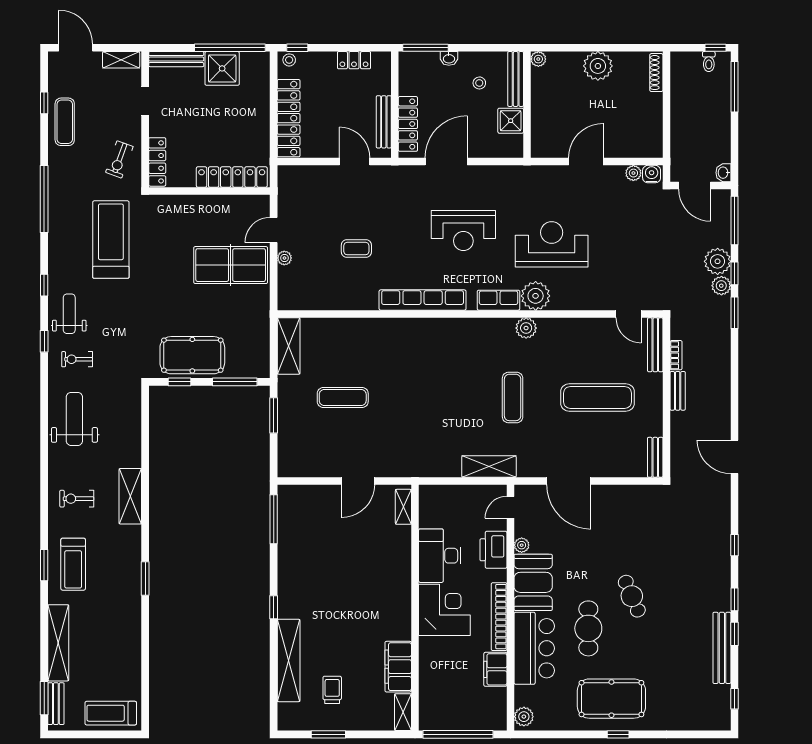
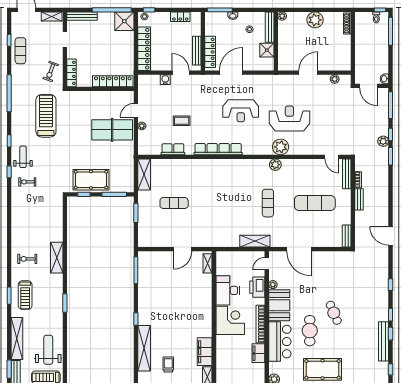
shower: (222, 68) -> (124, 21), moved
water cooler: (652, 174) -> (165, 80), moved
plant: (718, 261) -> (381, 128), removed
row of seats: (498, 300) -> (173, 149), moved
weight bench: (74, 419) -> (48, 350), moved

